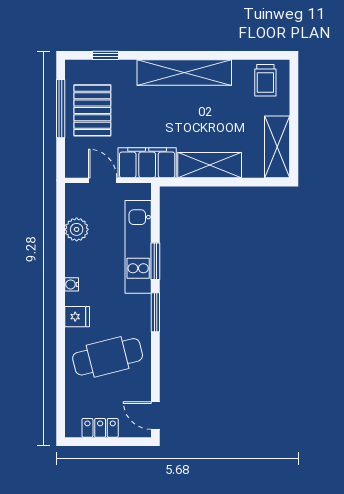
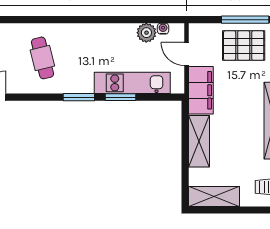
door: (103, 180) -> (187, 54), swing flipped
water cooler: (72, 284) -> (163, 29), moved
fridge: (77, 317) -> (75, 33), removed
cafe table: (108, 357) -> (42, 58), width x0.73, depth x0.74

